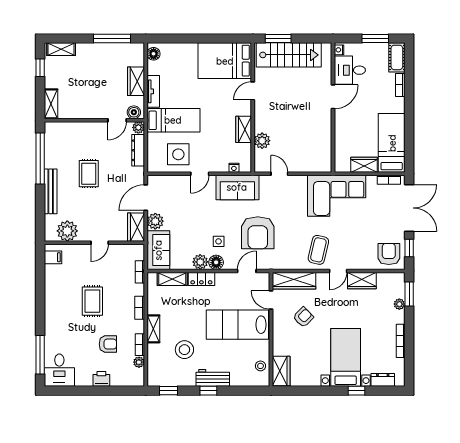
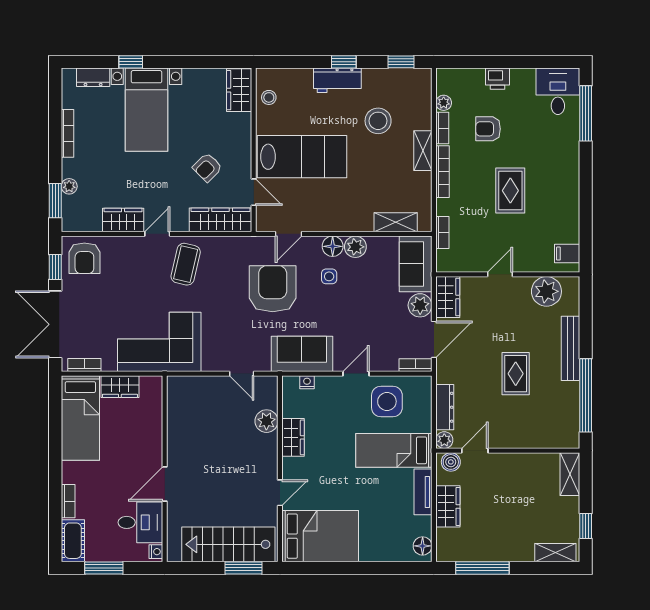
bookcase: (158, 180) -> (415, 365), added
locker: (201, 279) -> (354, 222), removed
bookcase: (140, 308) -> (442, 172), width x1.56

